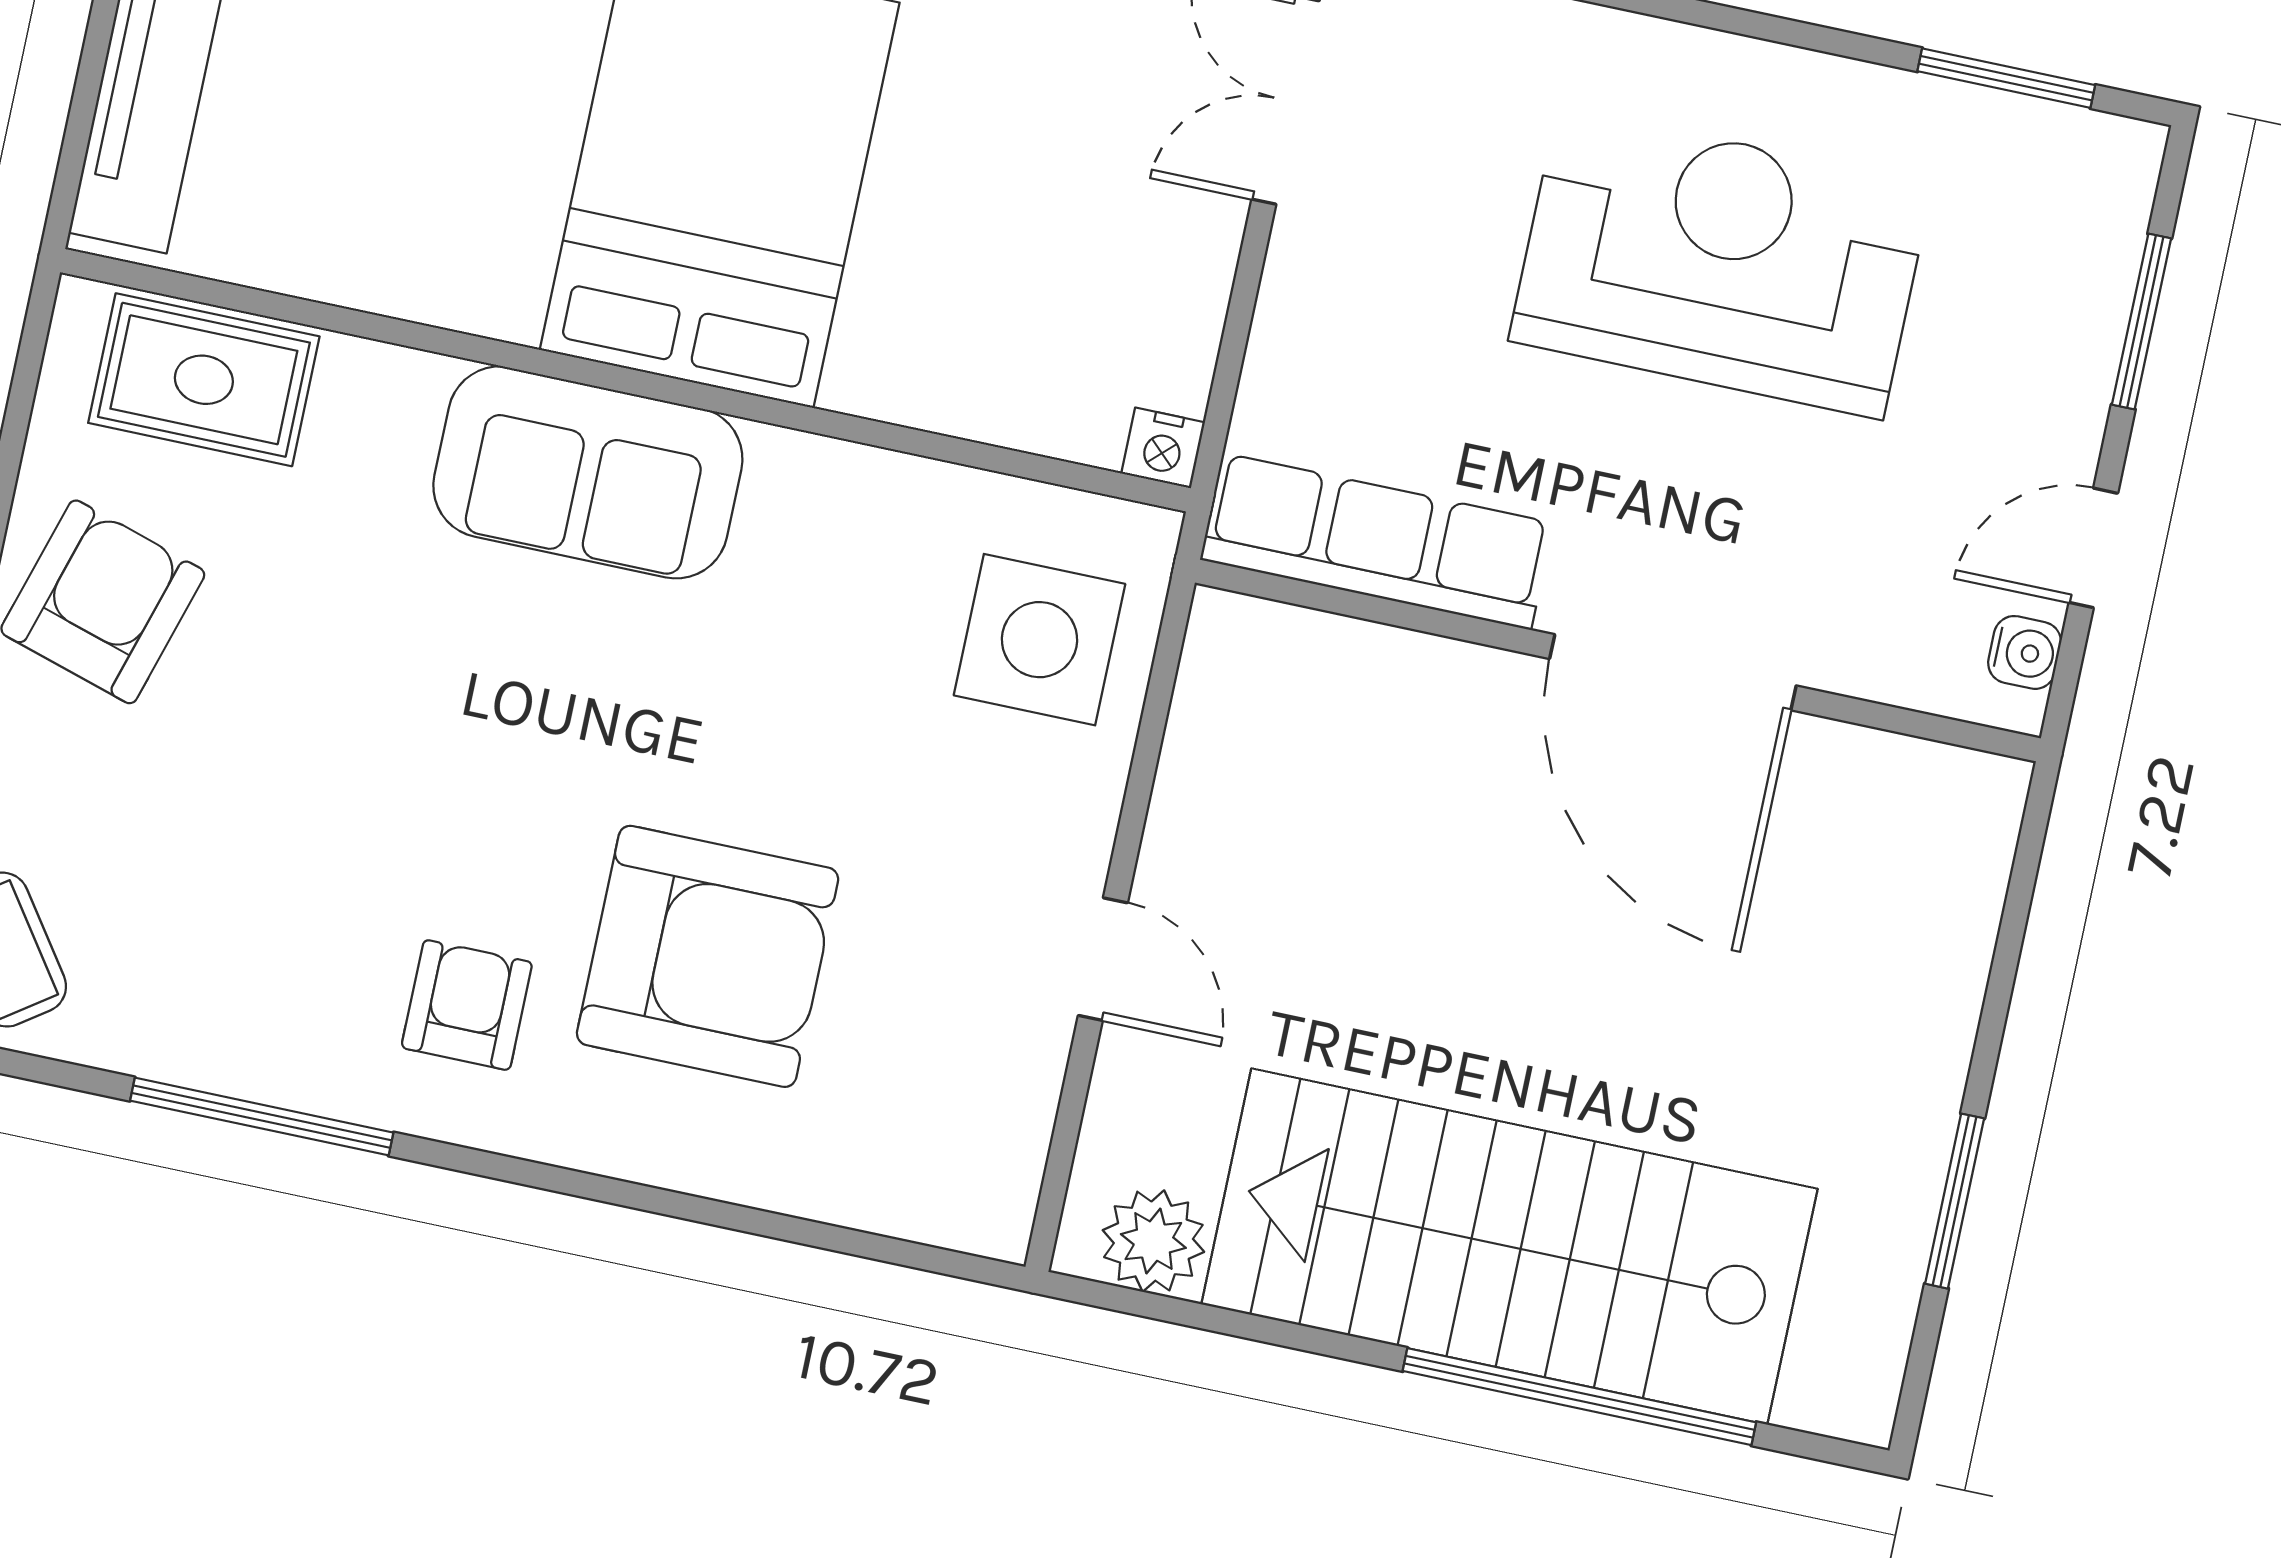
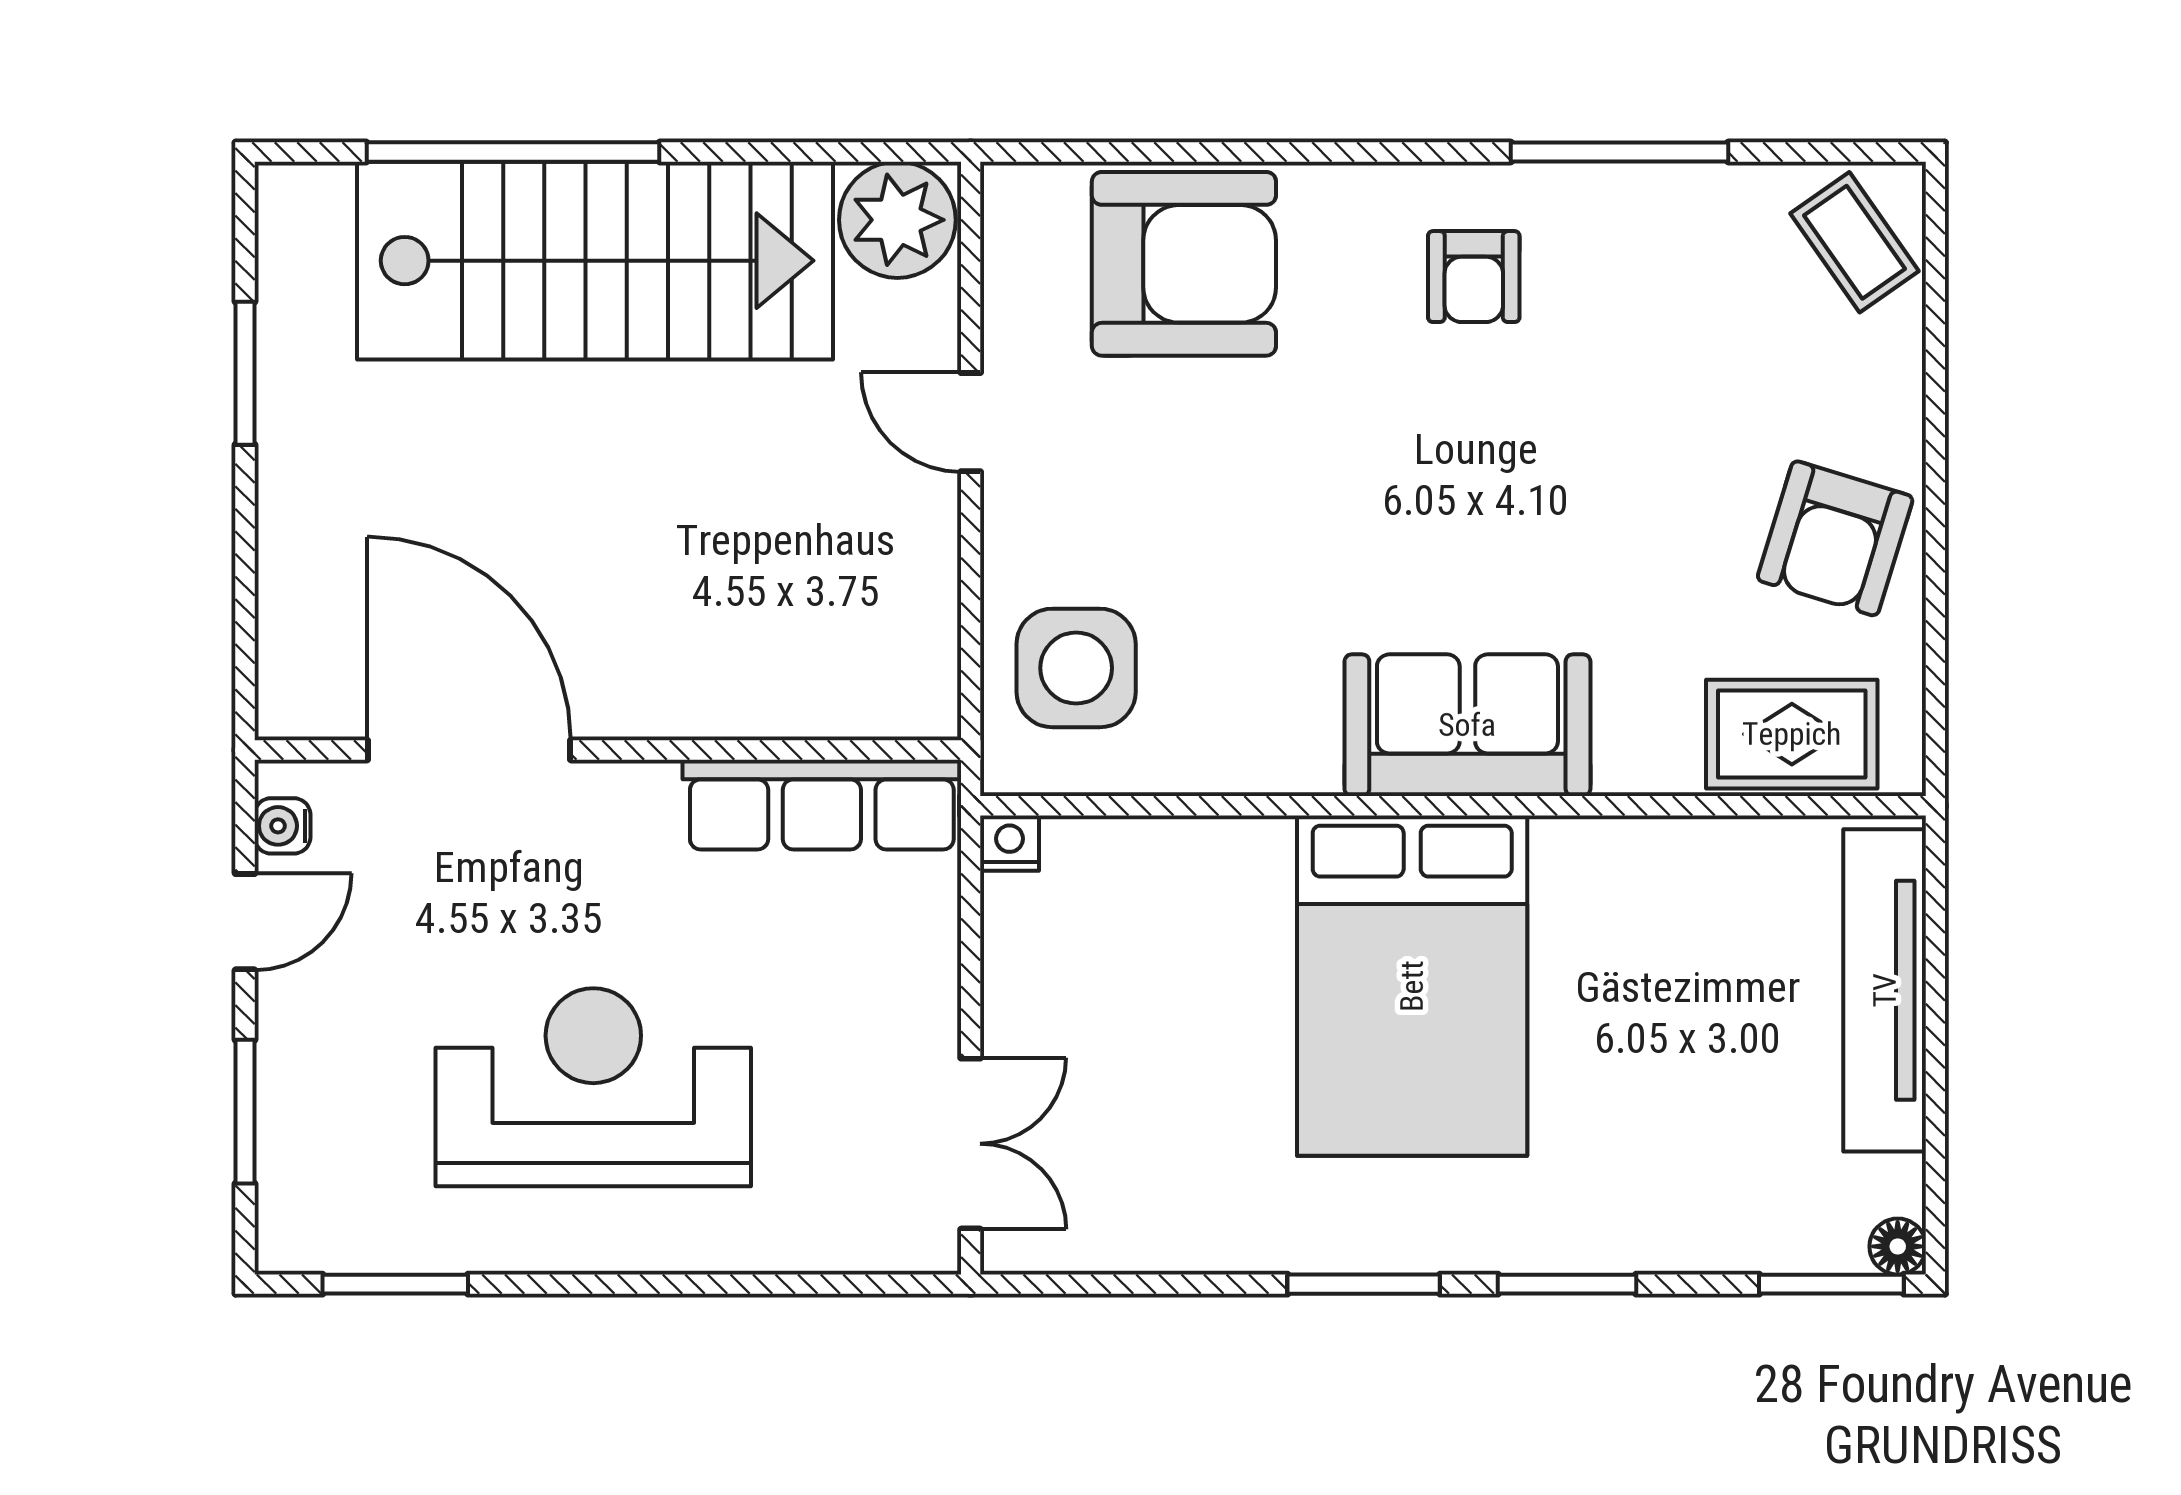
reception desk: (1721, 263) -> (593, 1087), turned 180
door: (1673, 672) -> (469, 750), moved
armchair: (708, 956) -> (1184, 264), moved, turned 180
plant: (1153, 1241) -> (897, 220), width x1.36, depth x1.36

